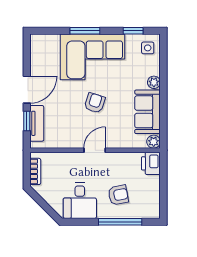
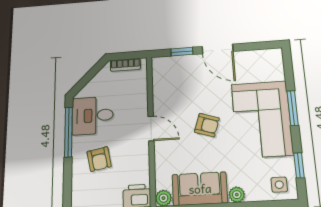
tv unit: (37, 123) -> (180, 62), removed
window: (120, 222) -> (68, 132), moved

